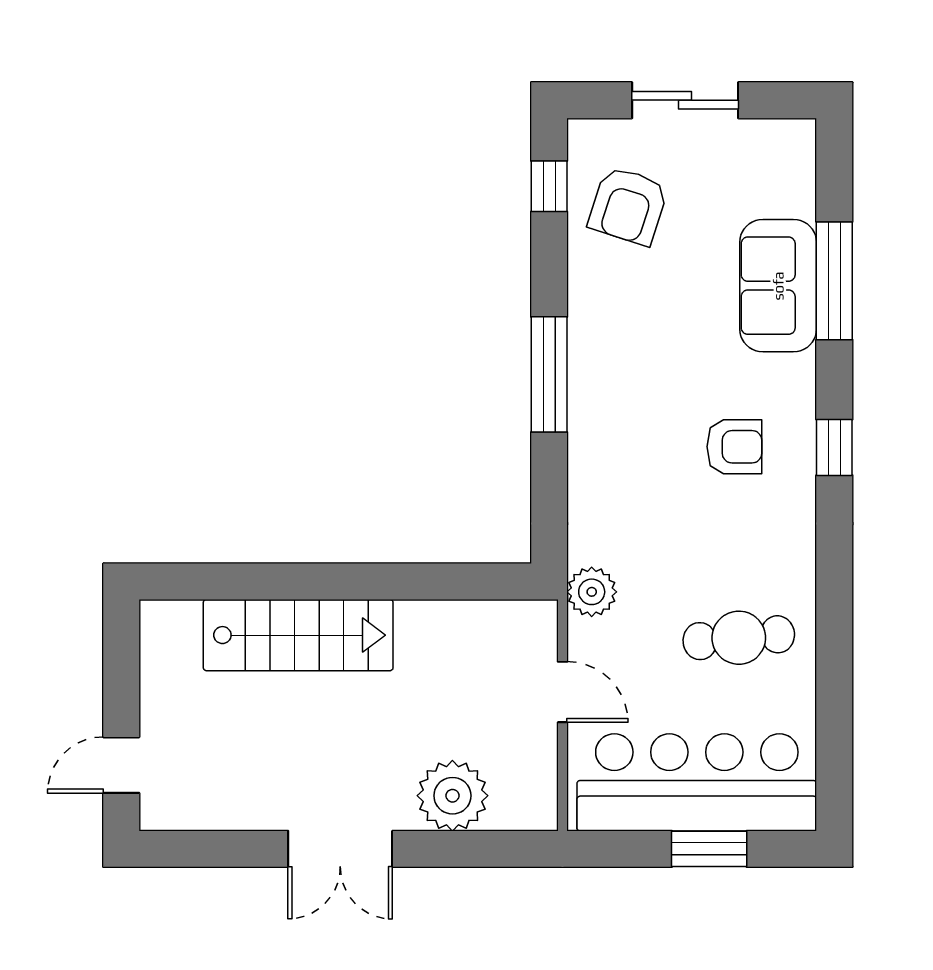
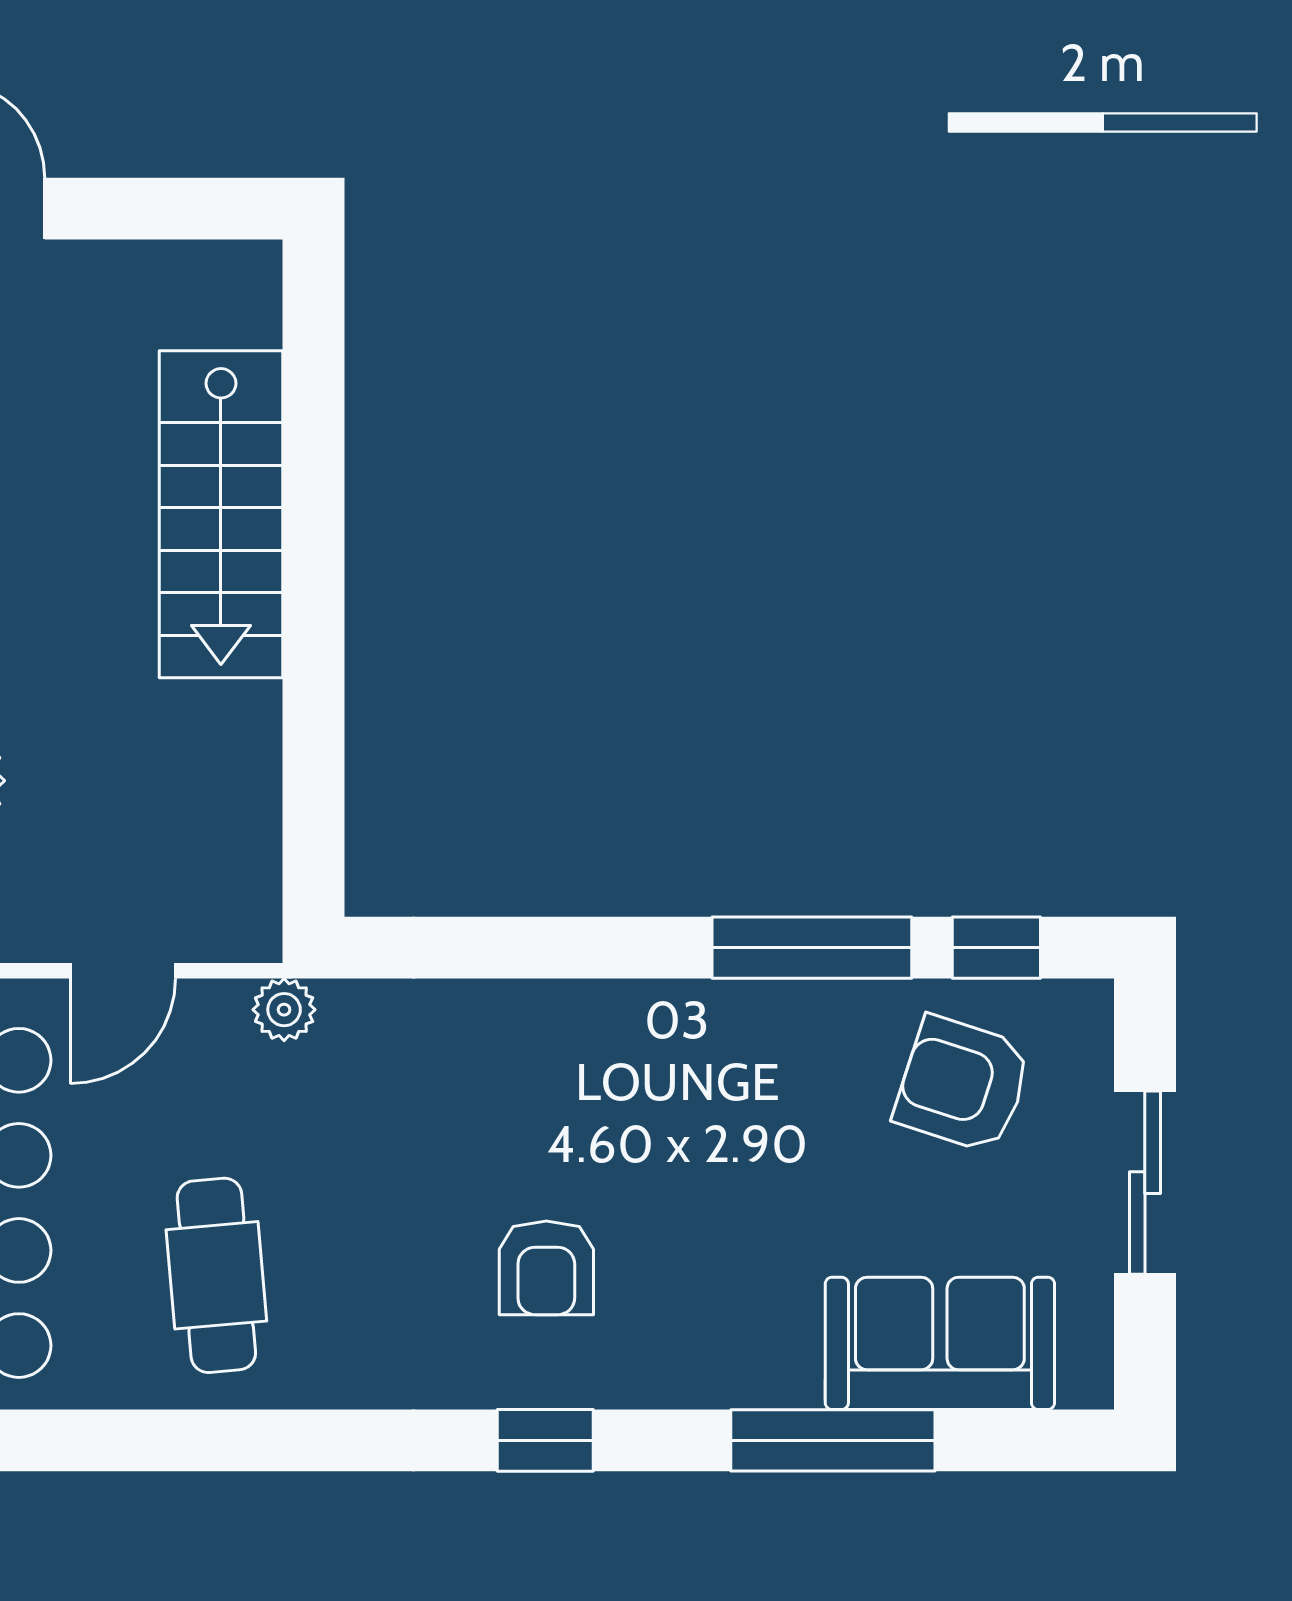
sofa: (778, 286) -> (940, 1343), moved
window: (549, 374) -> (812, 948), moved
plant: (592, 592) -> (284, 1010), width x0.73, depth x0.73

